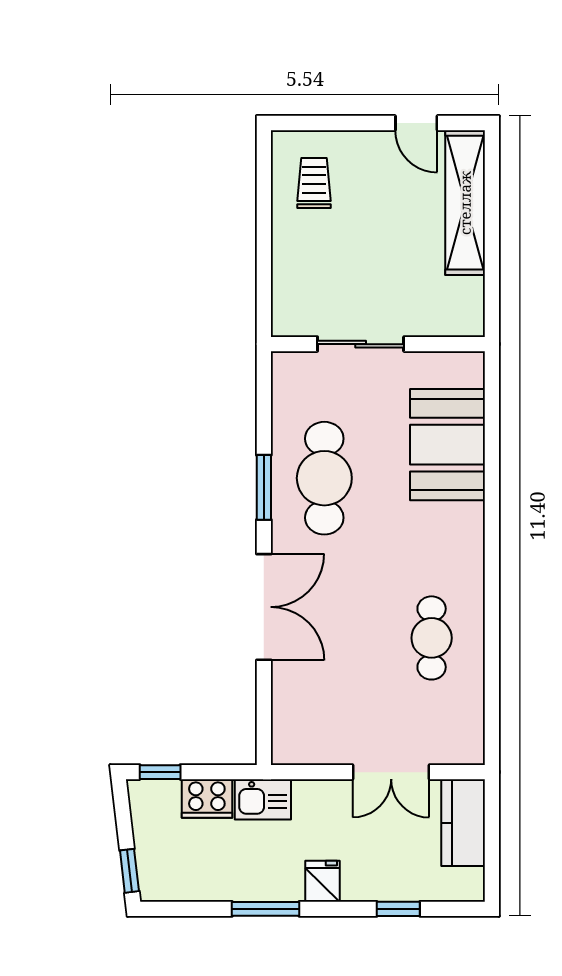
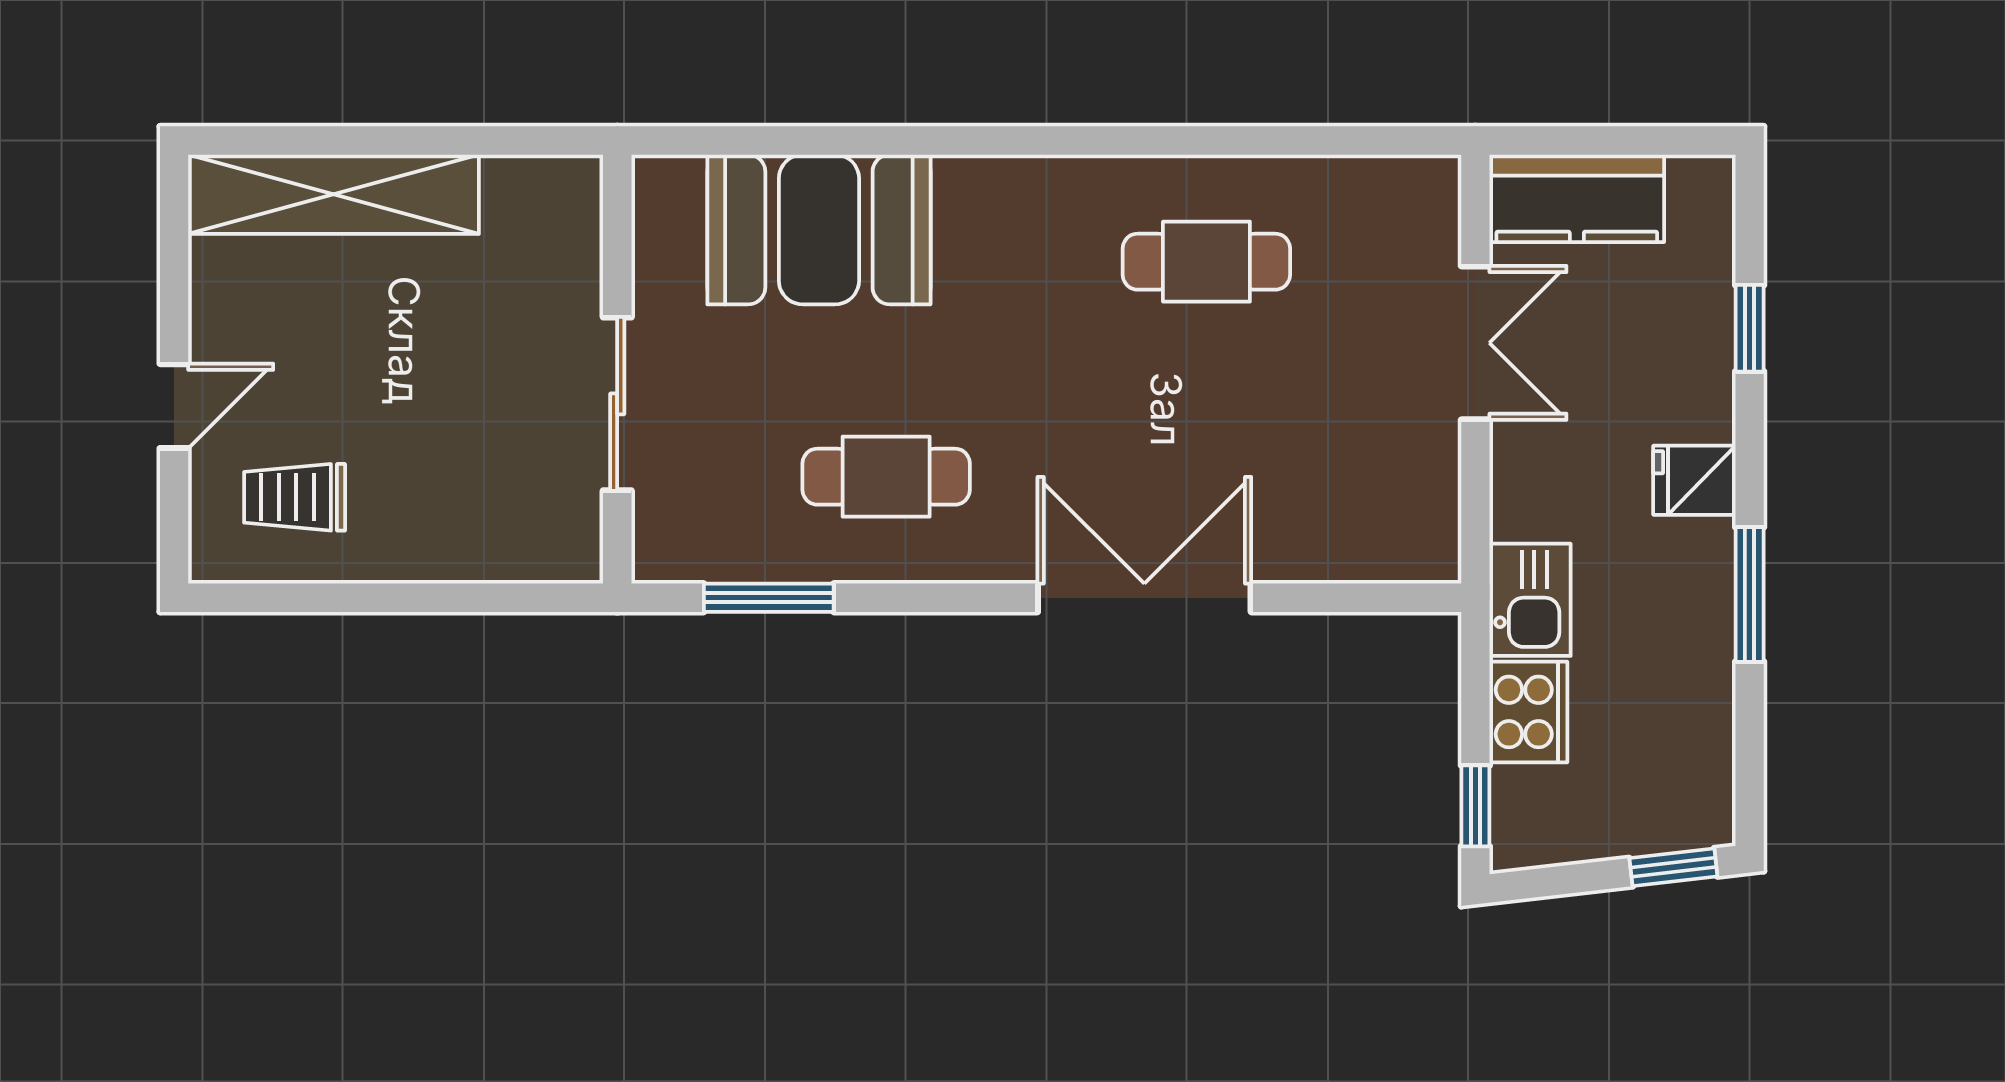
door: (416, 123) -> (174, 406), moved
cafe table: (324, 478) -> (886, 477), width x0.73, depth x0.74
window: (264, 487) -> (769, 598), moved

